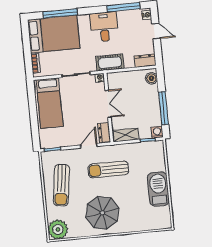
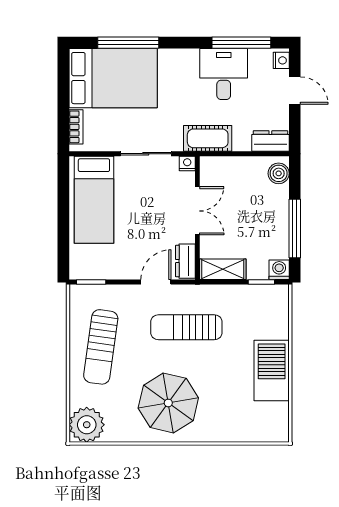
desk: (104, 27) -> (224, 74), moved

